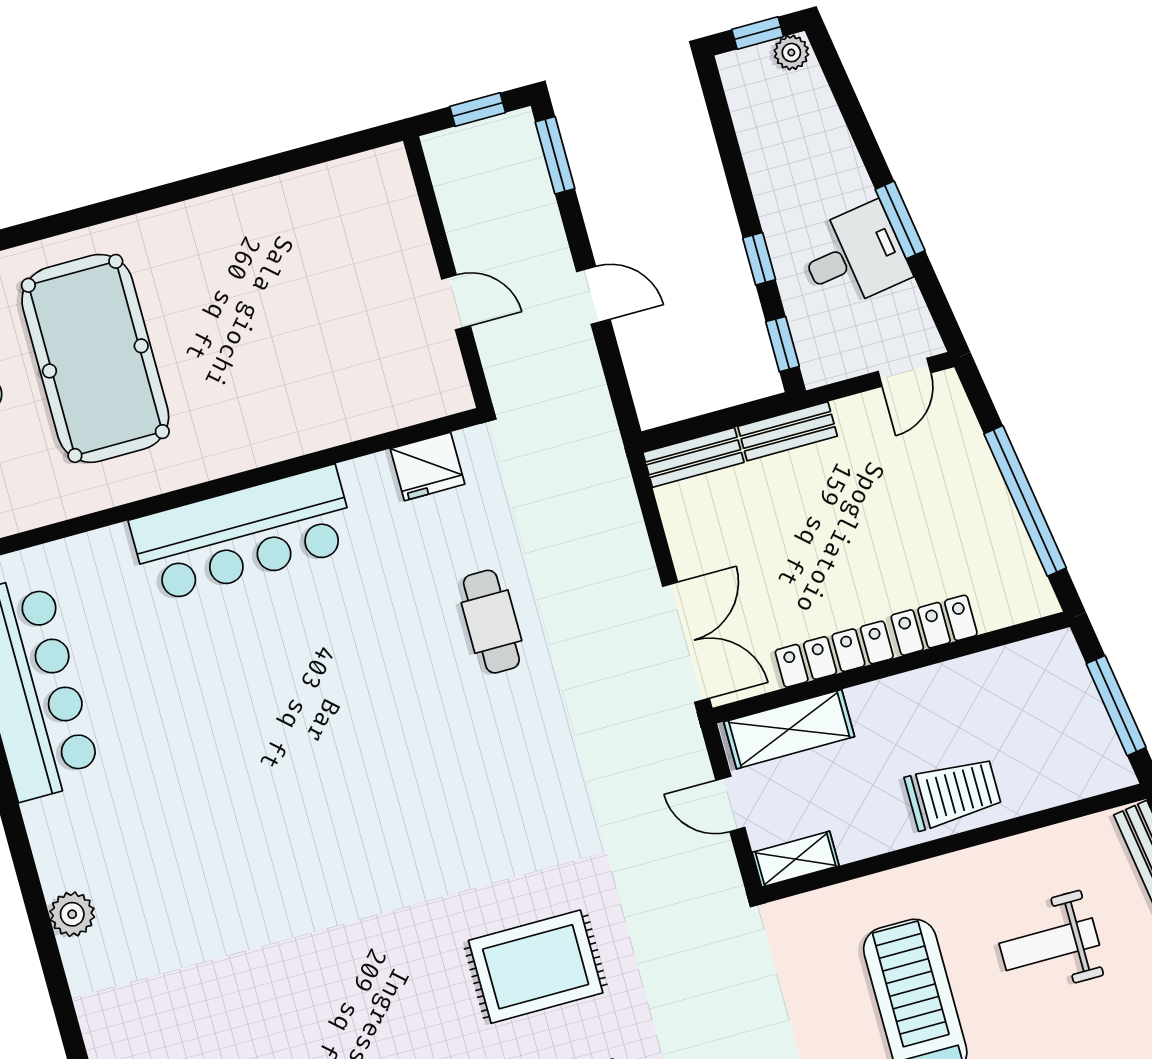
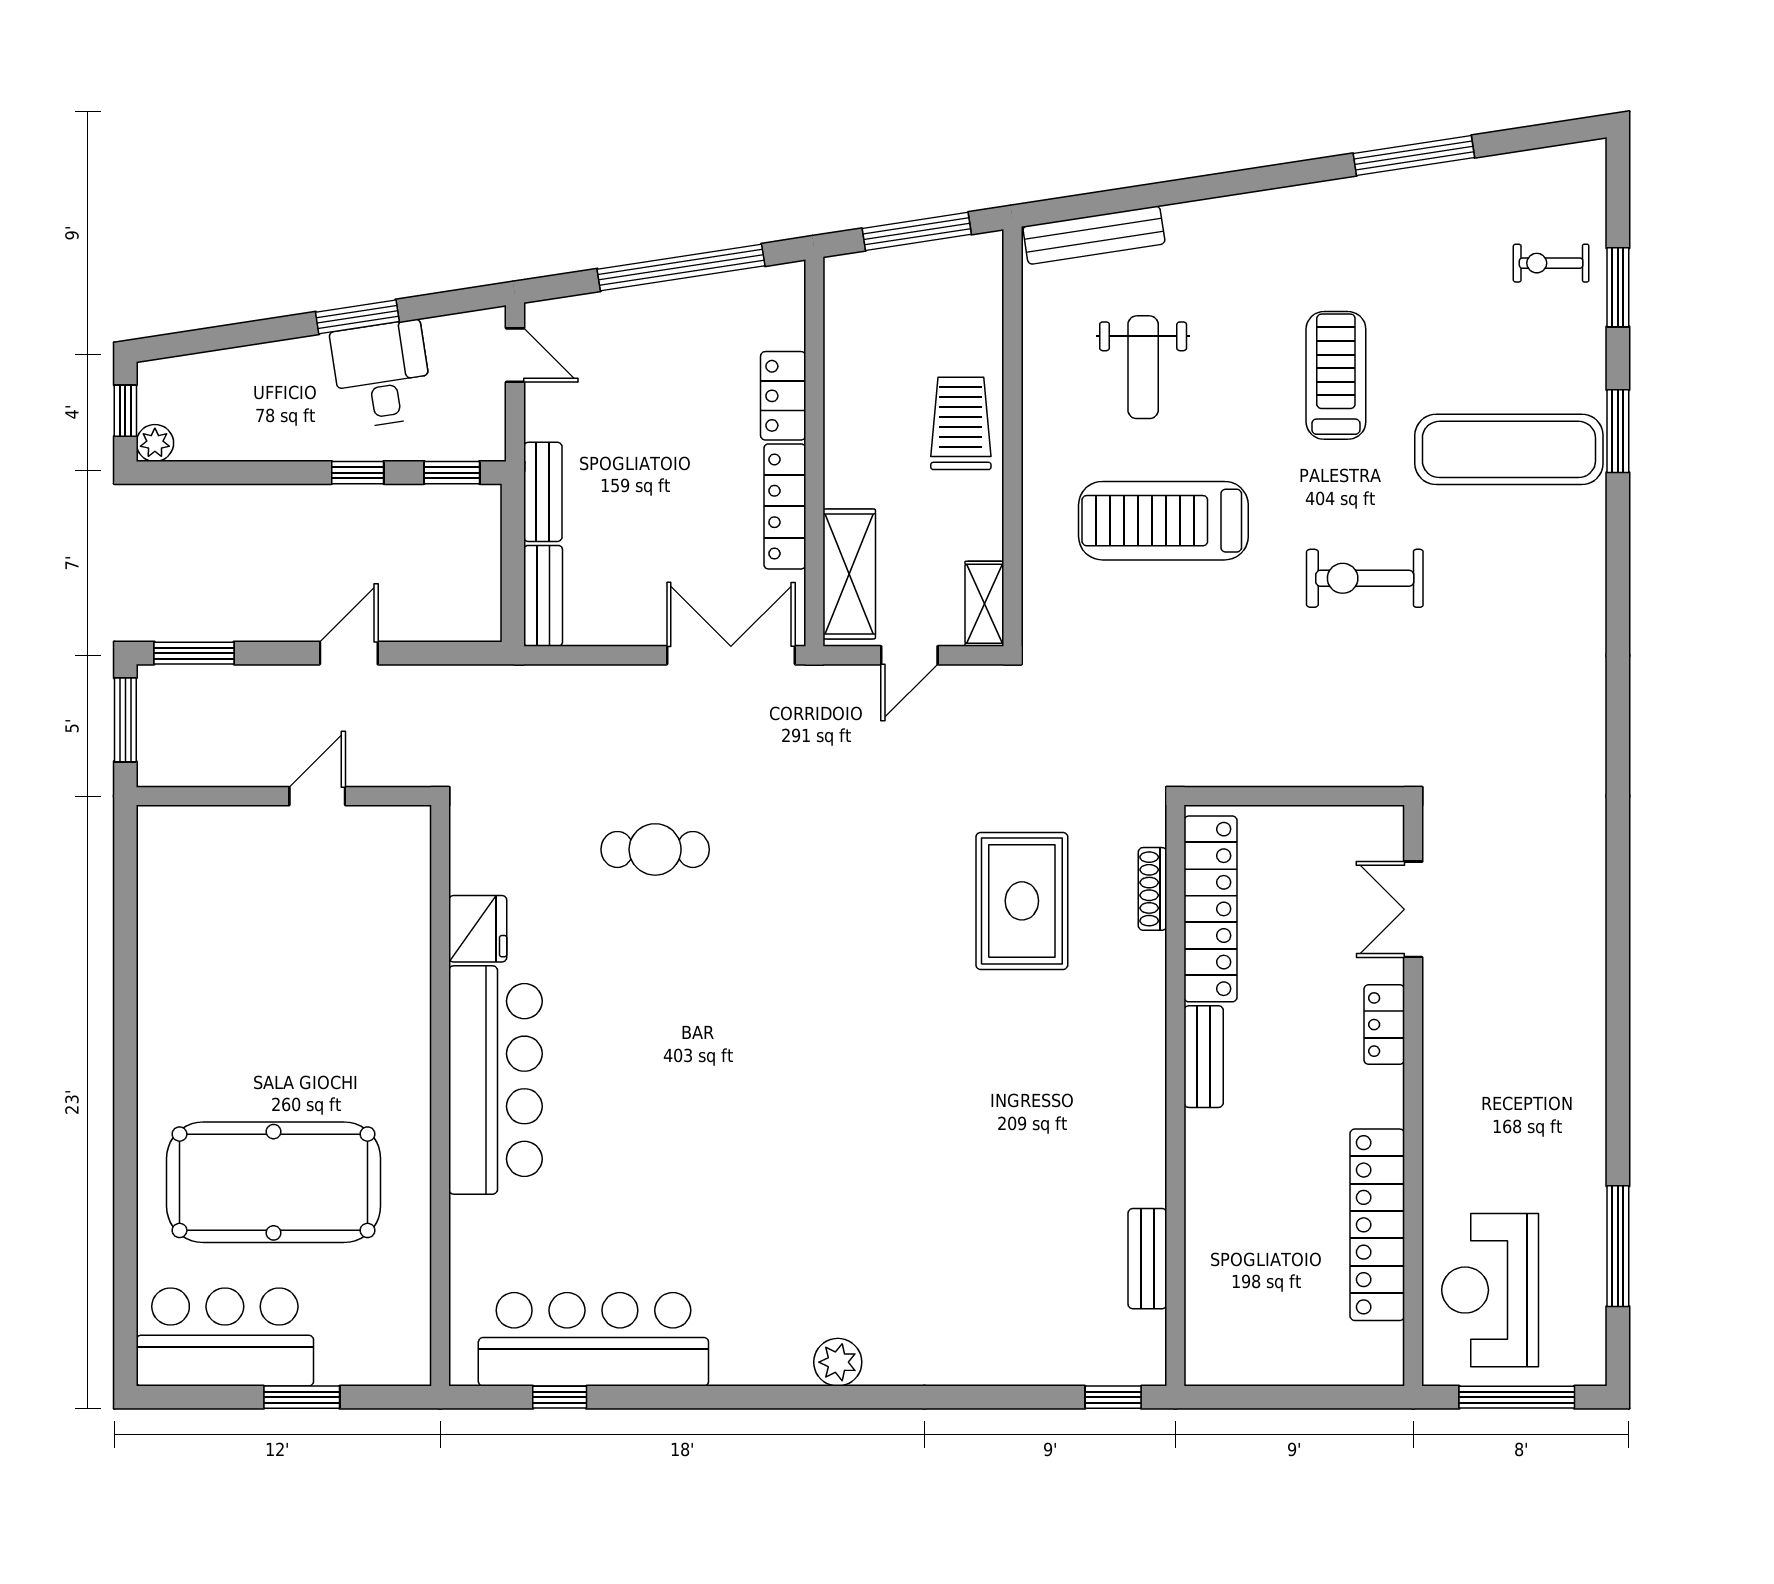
plant: (791, 53) -> (155, 443), moved
window: (478, 110) -> (125, 720), width x1.50
fridge: (428, 466) -> (478, 929), moved

